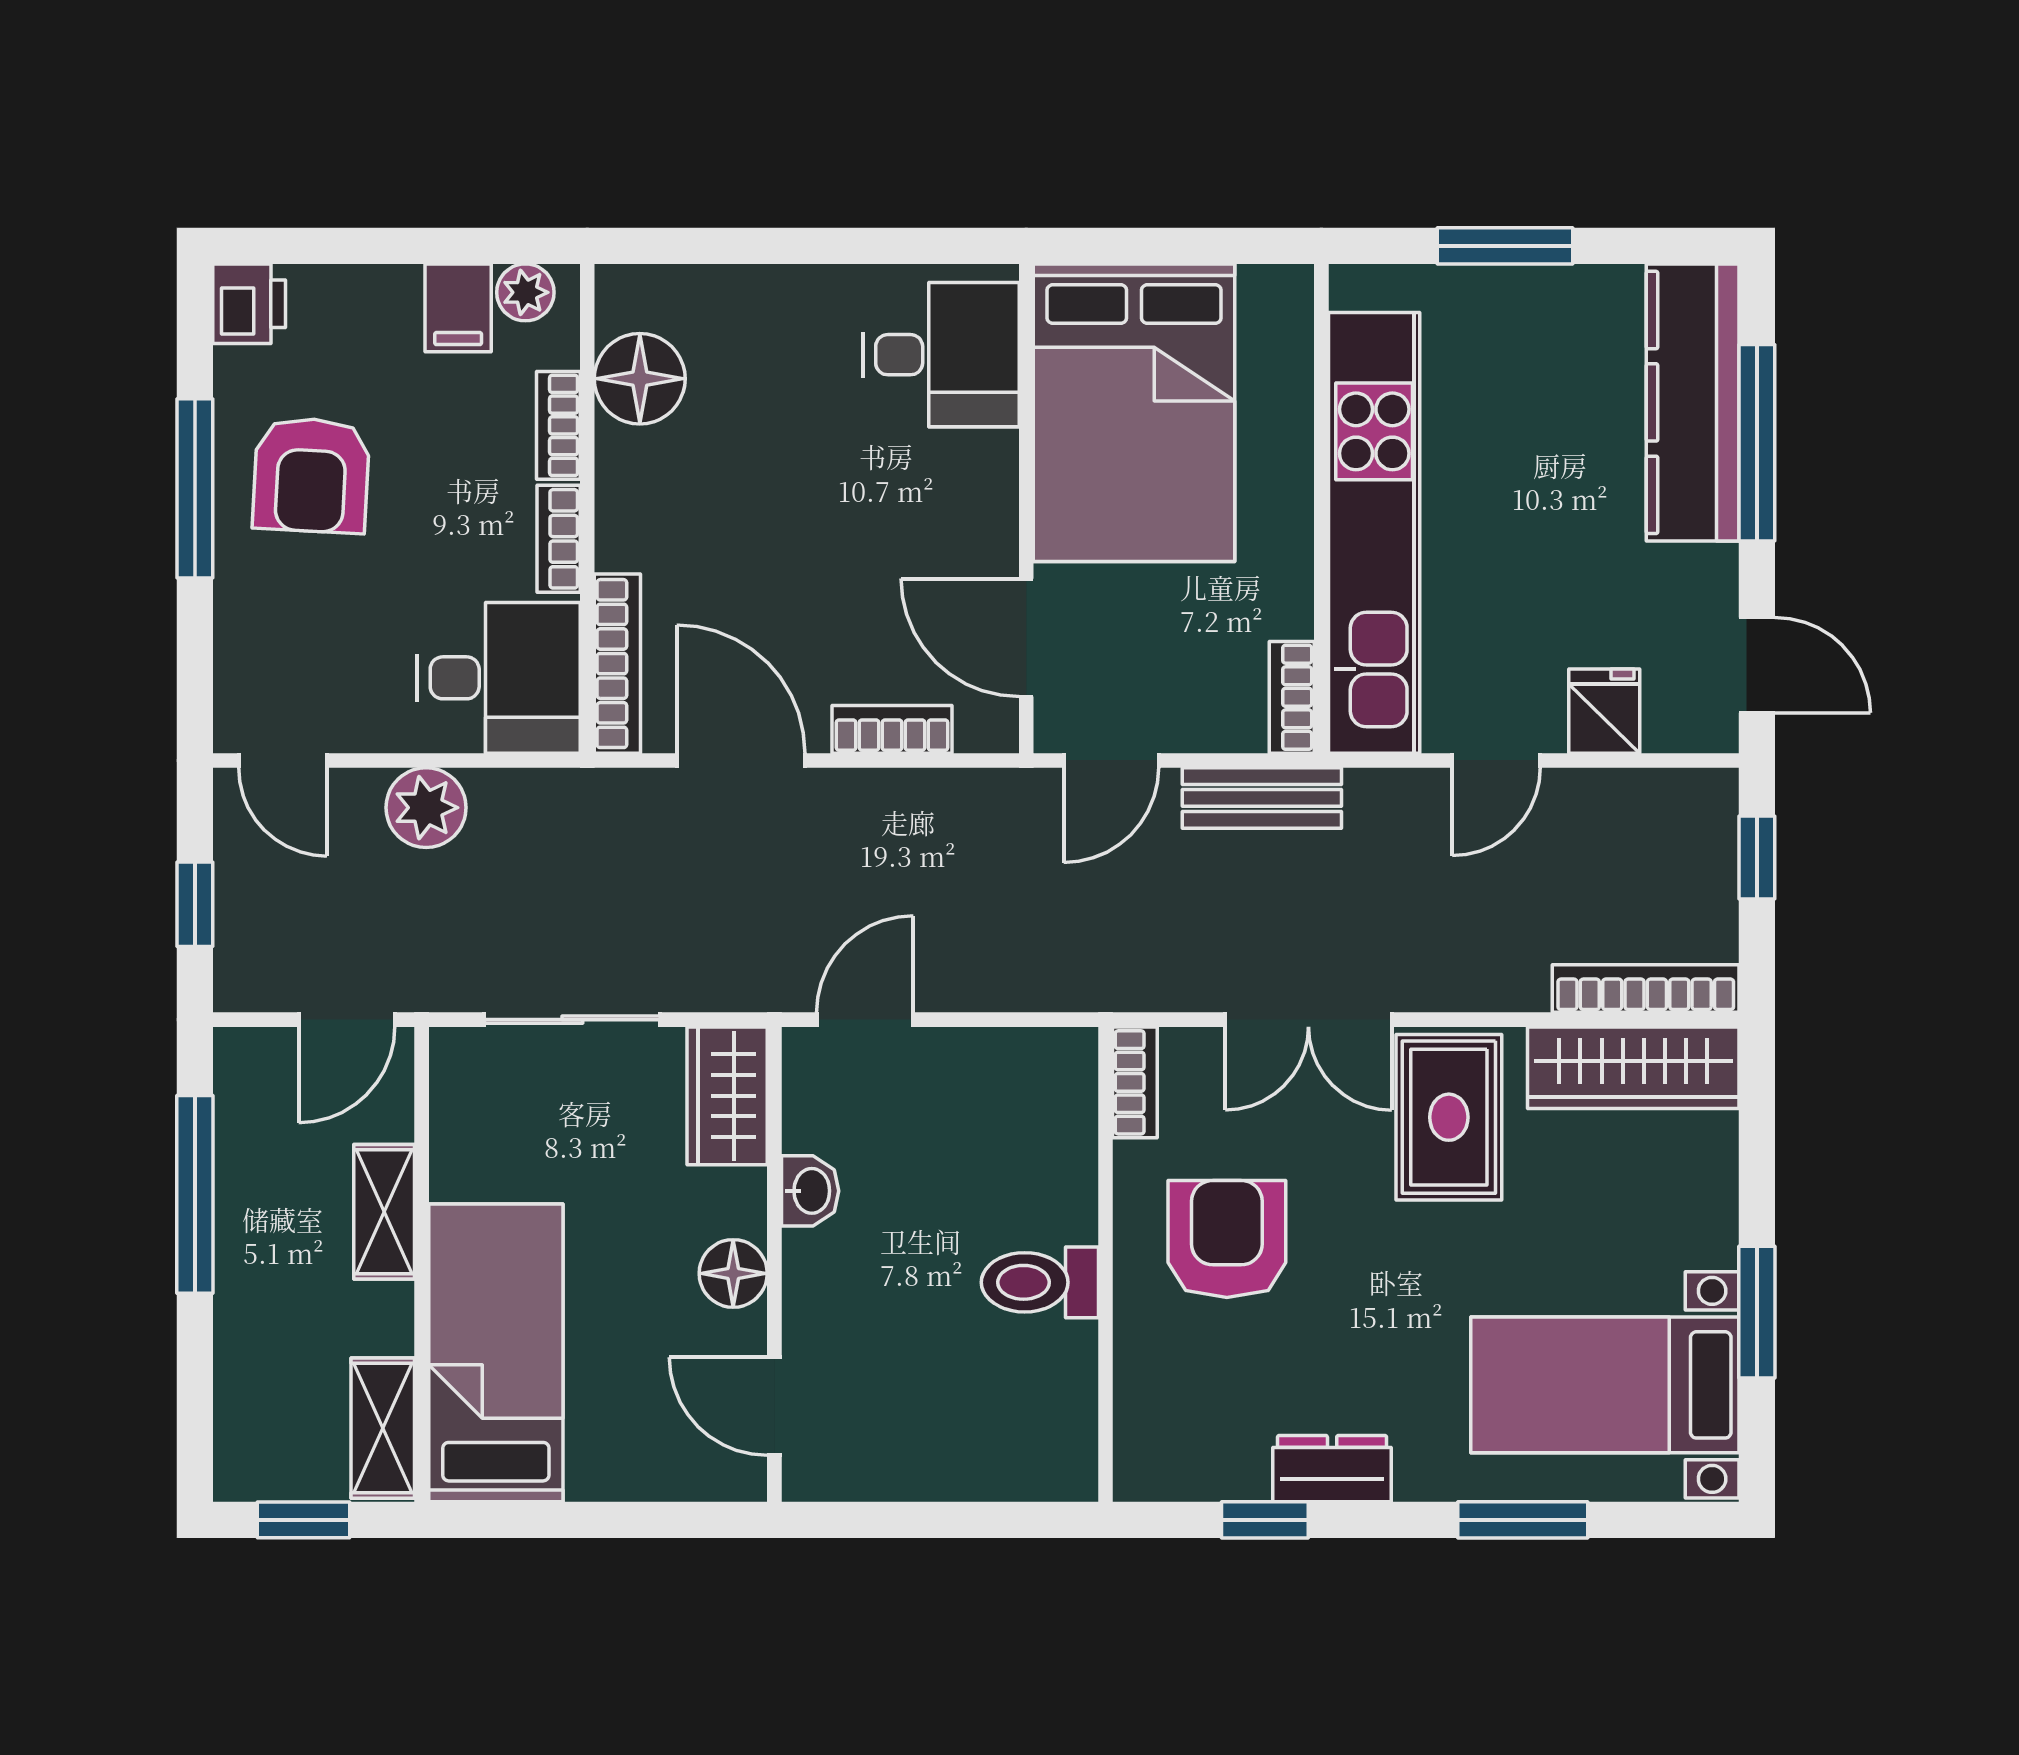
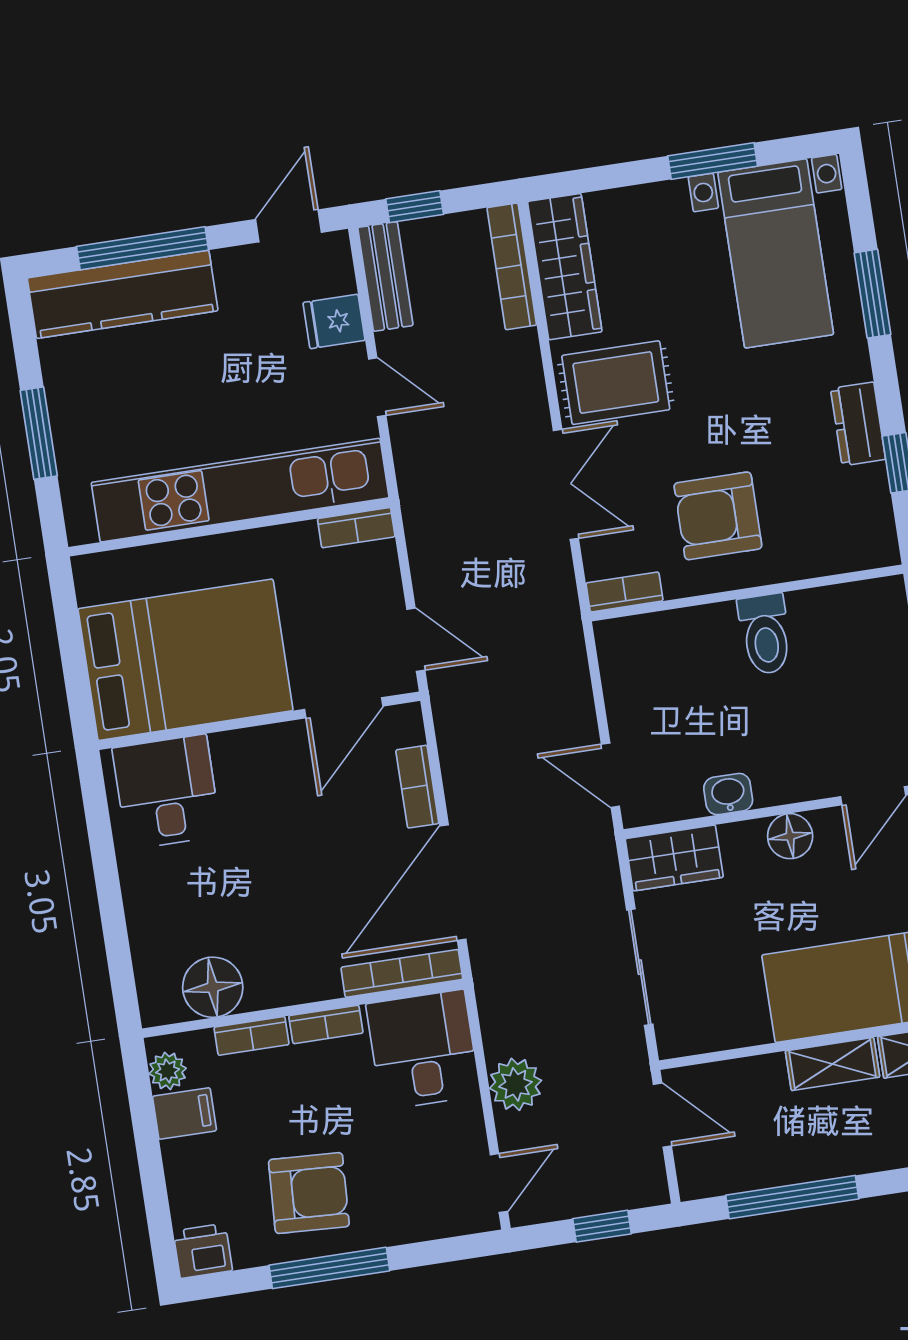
door: (741, 760) -> (453, 883), width x1.36
bench: (1262, 798) -> (385, 276), moved
shelving: (384, 1212) -> (833, 1064), moved

